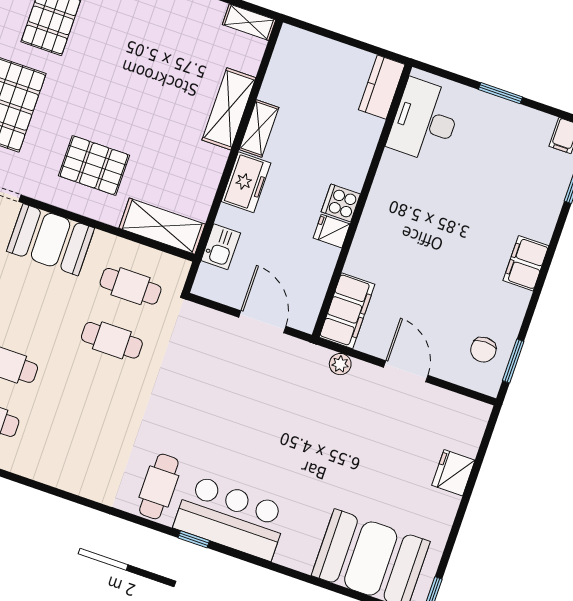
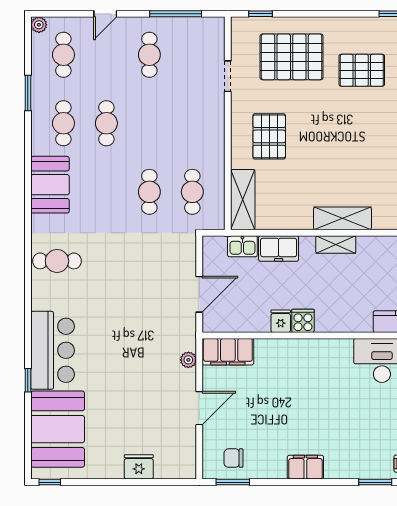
freezer: (246, 182) -> (279, 248), moved
booth: (51, 240) -> (50, 185), moved
bar counter: (231, 518) -> (53, 350), moved
window: (194, 539) -> (28, 380), moved

